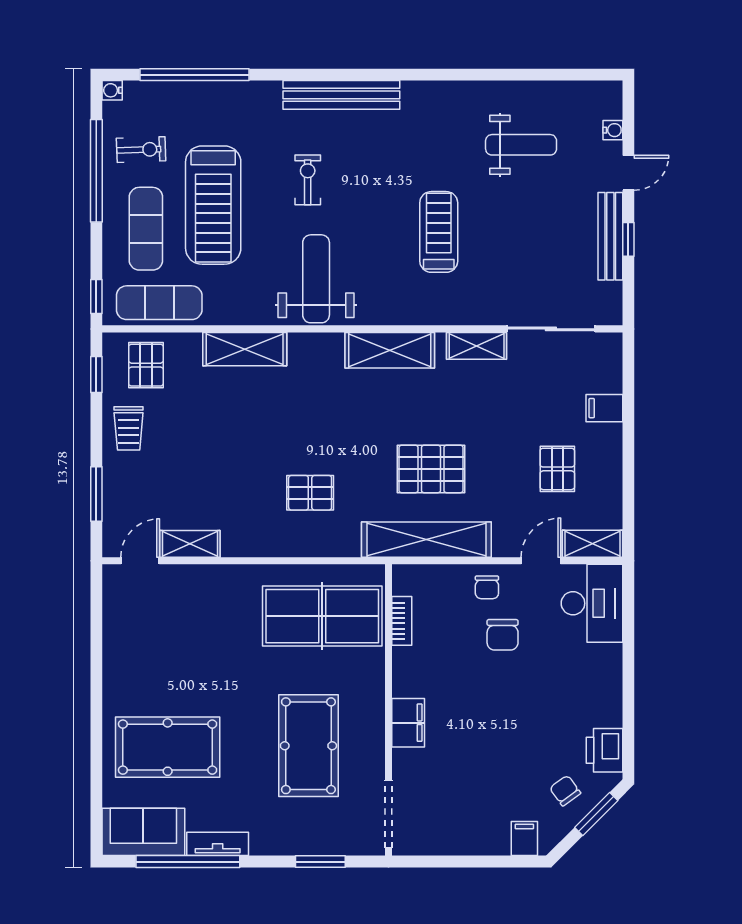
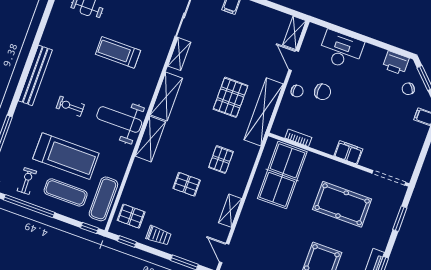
shelving: (245, 349) -> (150, 139), moved
pallet: (557, 469) -> (187, 184), moved
shelving: (190, 544) -> (230, 211), moved
desk: (592, 603) -> (341, 50), moved

